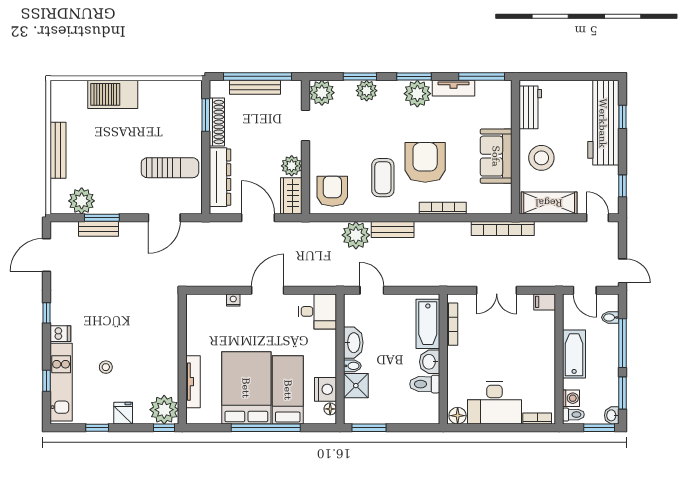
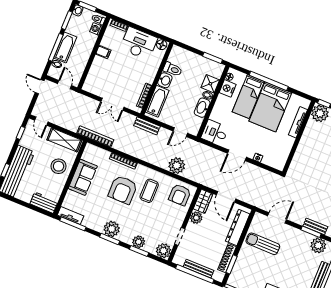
tv unit: (454, 88) -> (70, 215), moved
workbench: (530, 107) -> (44, 203), moved, turned 90
bench: (393, 229) -> (147, 126), moved
door: (372, 290) -> (180, 132), hinge flipped
double door: (497, 290) -> (112, 104), swing flipped
filing cabinet: (545, 302) -> (103, 52), moved
bathtub: (574, 354) -> (65, 48), moved, turned 180

